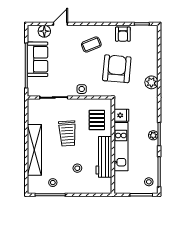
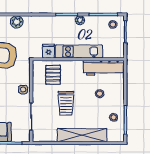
pallet: (97, 120) -> (53, 75), turned 90
trolley: (67, 133) -> (66, 103), turned 94
plant: (153, 135) -> (80, 20), moved
workbench: (104, 157) -> (103, 68), moved

